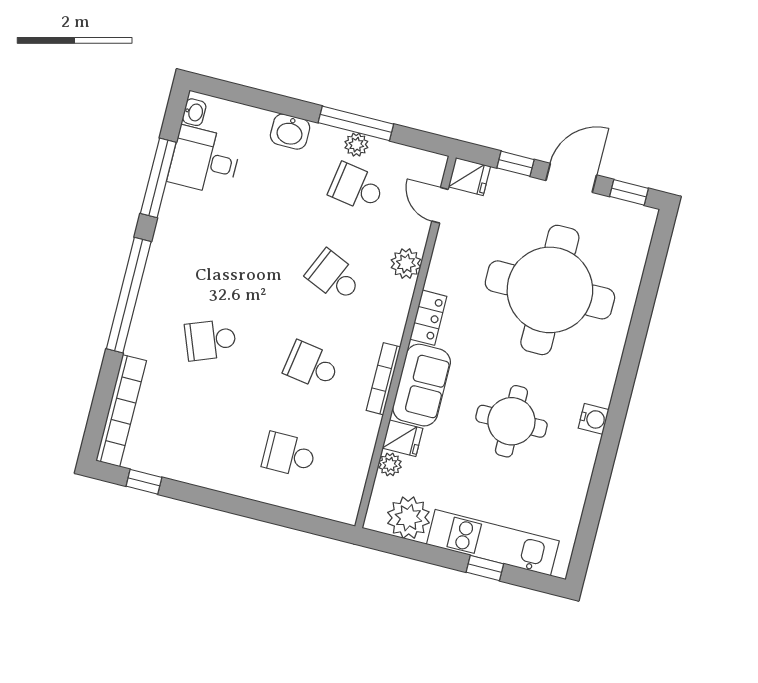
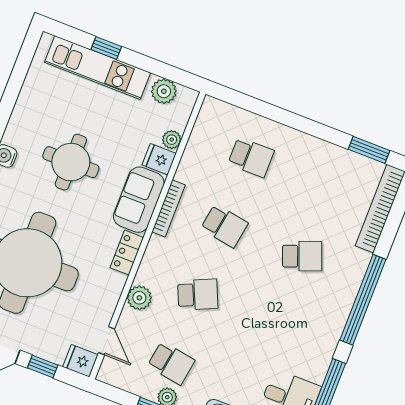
school desk: (334, 276) -> (198, 295), turned -48
window: (144, 482) -> (369, 150), width x1.50
plant: (408, 518) -> (164, 91), width x0.73, depth x0.73

